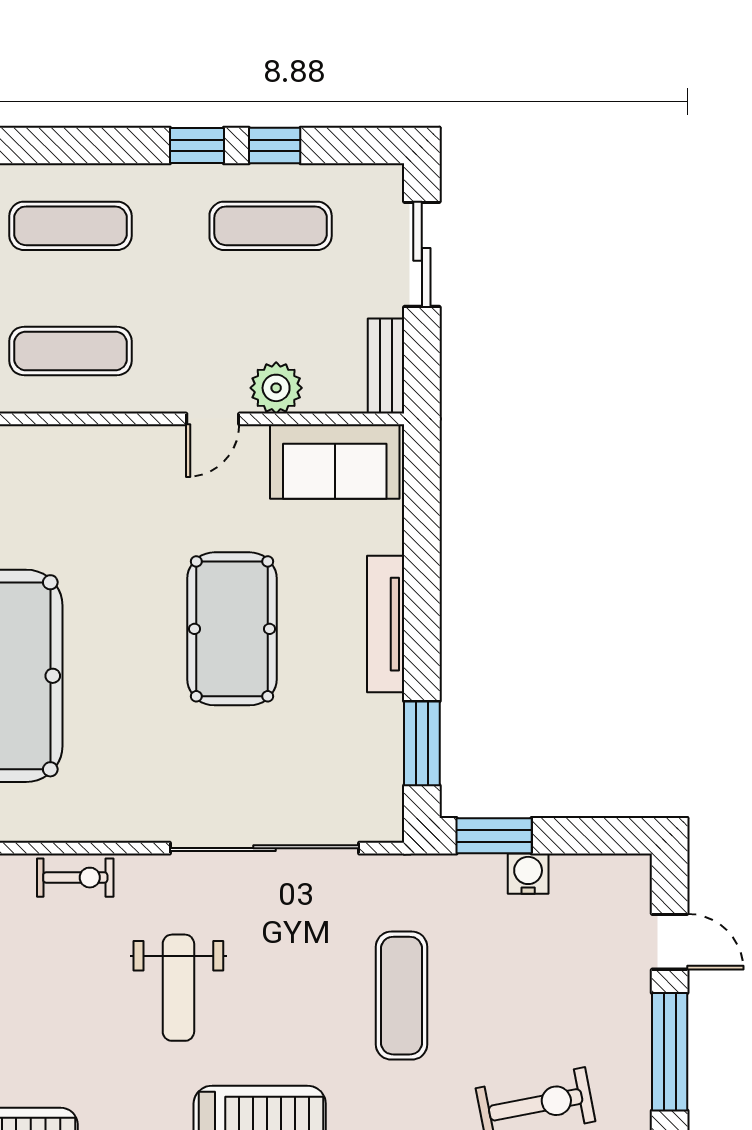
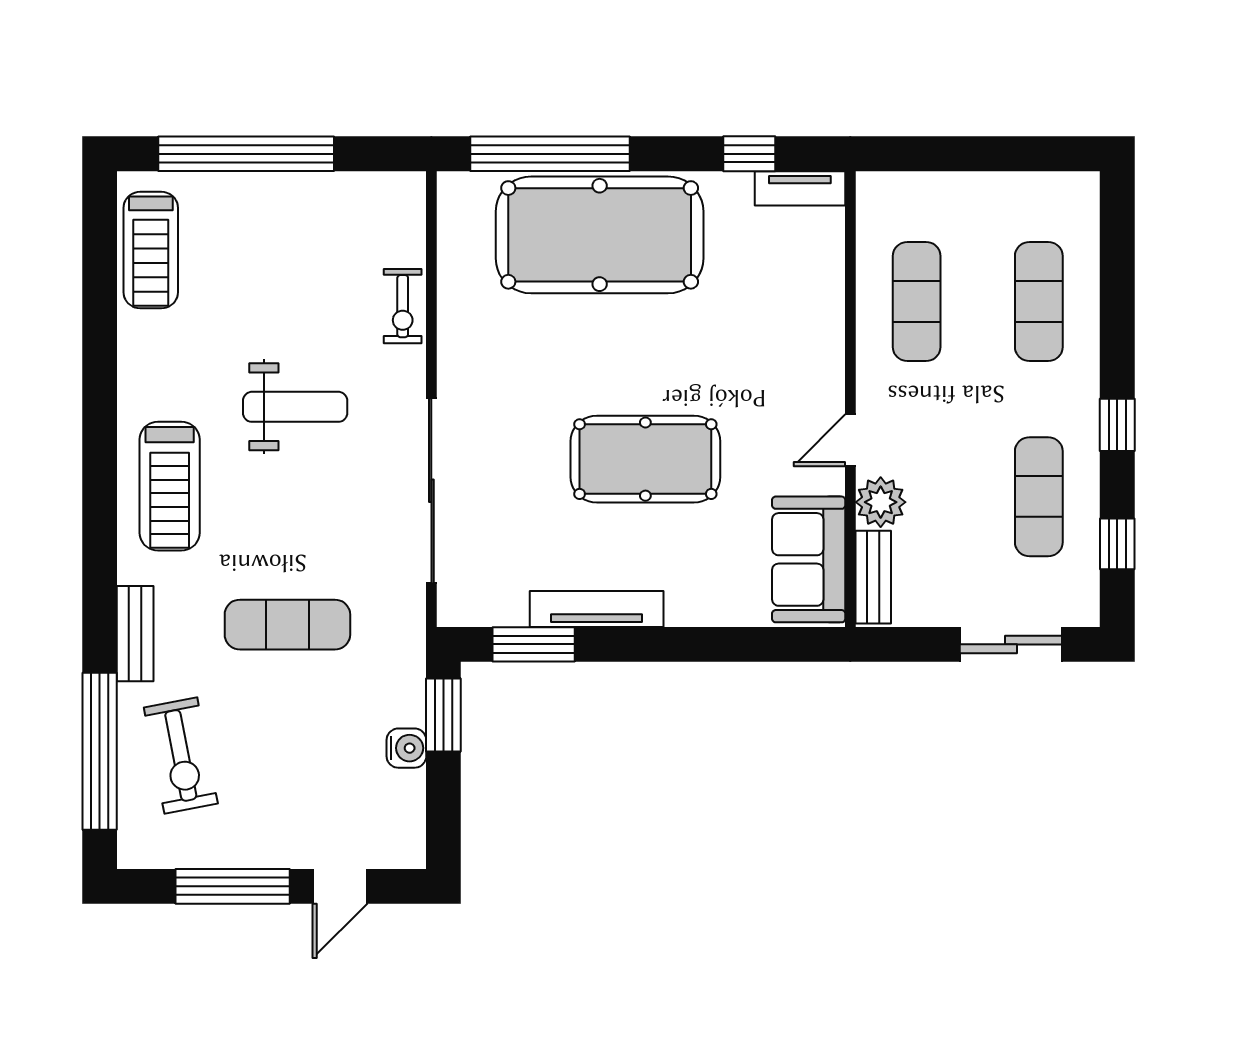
window: (275, 146) -> (1117, 544), moved
bench: (386, 366) -> (873, 577), moved, turned 90
door: (213, 419) -> (850, 440), hinge flipped
tv unit: (386, 624) -> (597, 609), moved
weight bench: (178, 988) -> (295, 407), turned 180

